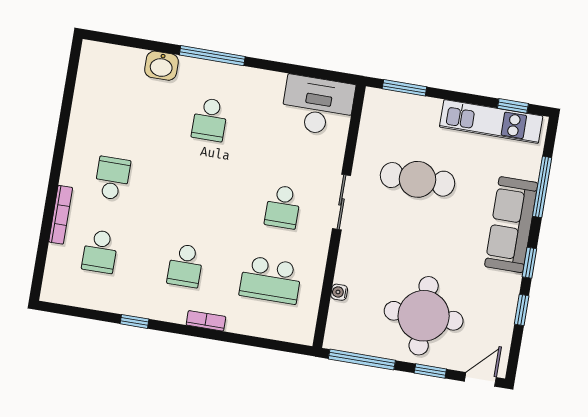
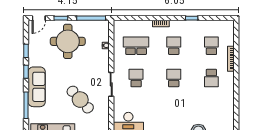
school desk: (210, 120) -> (174, 78), moved
cafe table: (418, 179) -> (80, 100), turned 47

